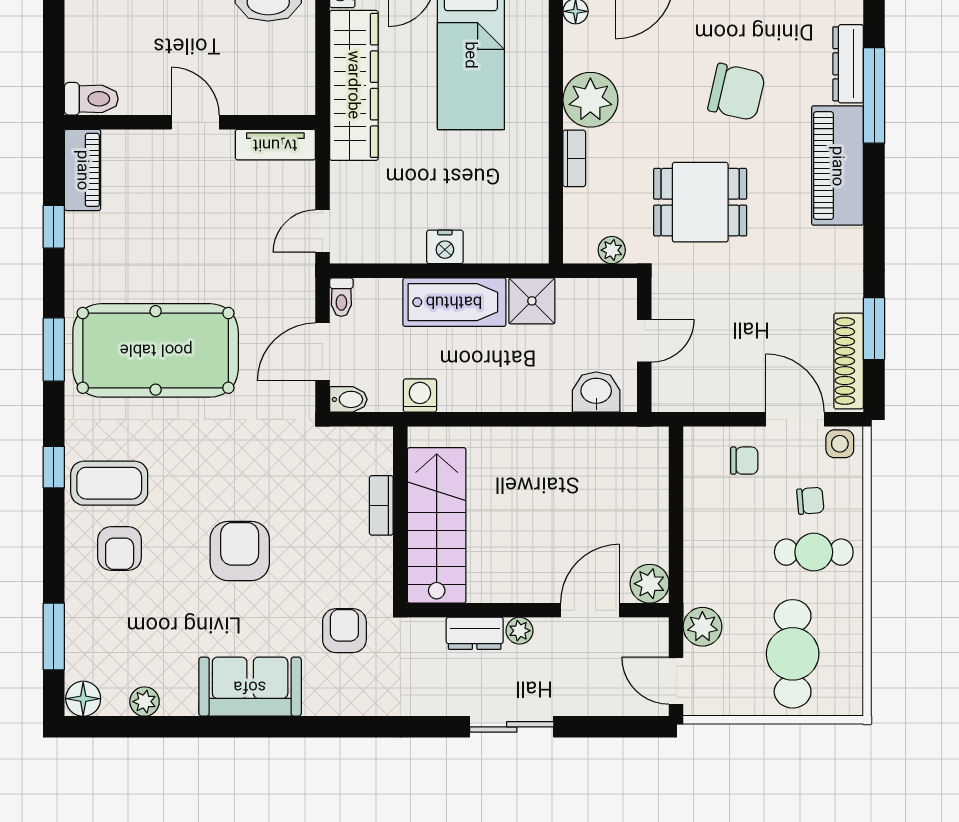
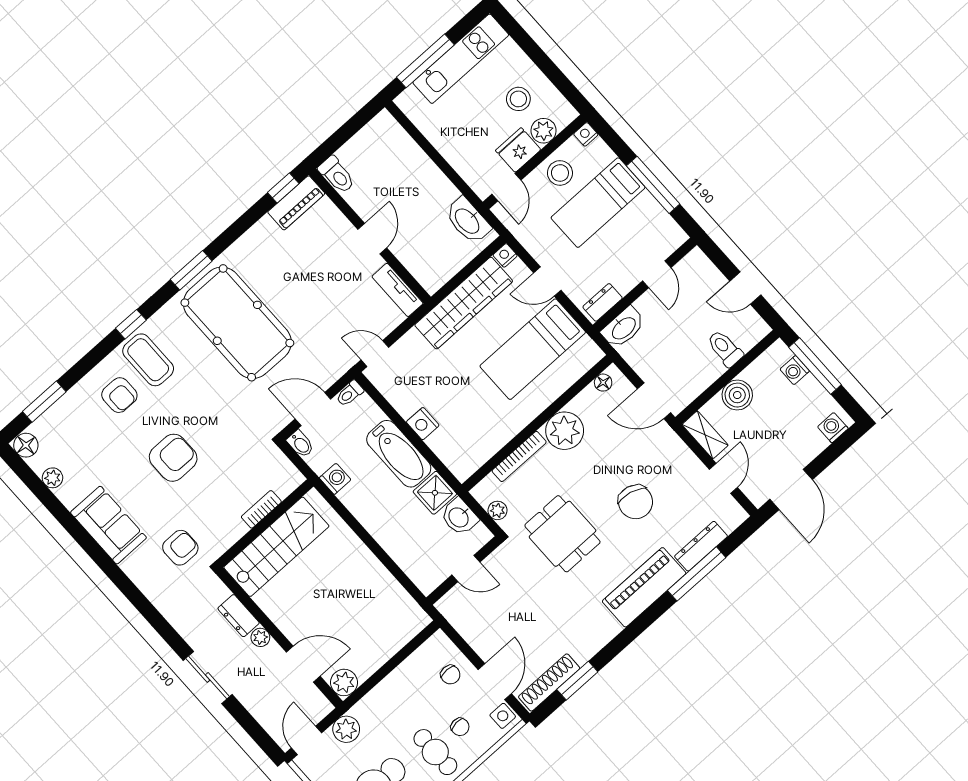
bookcase: (574, 158) -> (519, 456), width x1.56
window: (54, 227) -> (283, 188), moved
washbasin: (596, 392) -> (459, 517), moved, turned 180
armchair: (120, 549) -> (119, 395), turned -90

